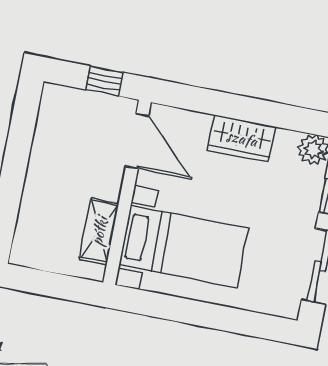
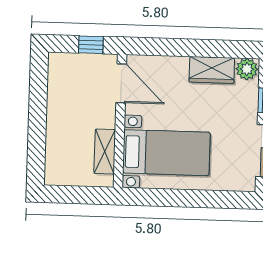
wardrobe: (242, 138) -> (212, 70), moved

